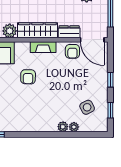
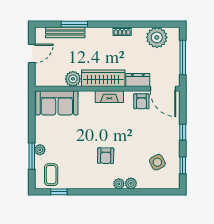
armchair: (28, 77) -> (106, 156), moved
plant: (74, 127) -> (119, 184), moved

